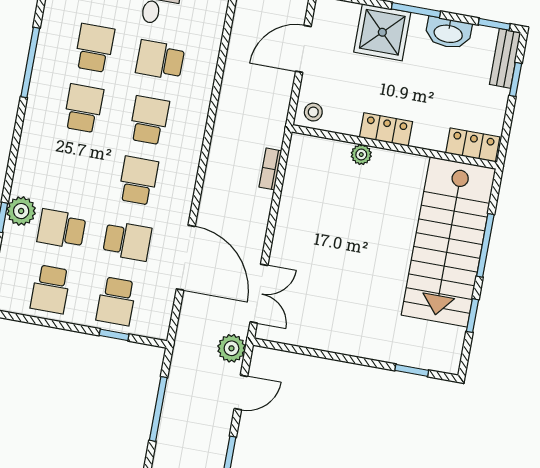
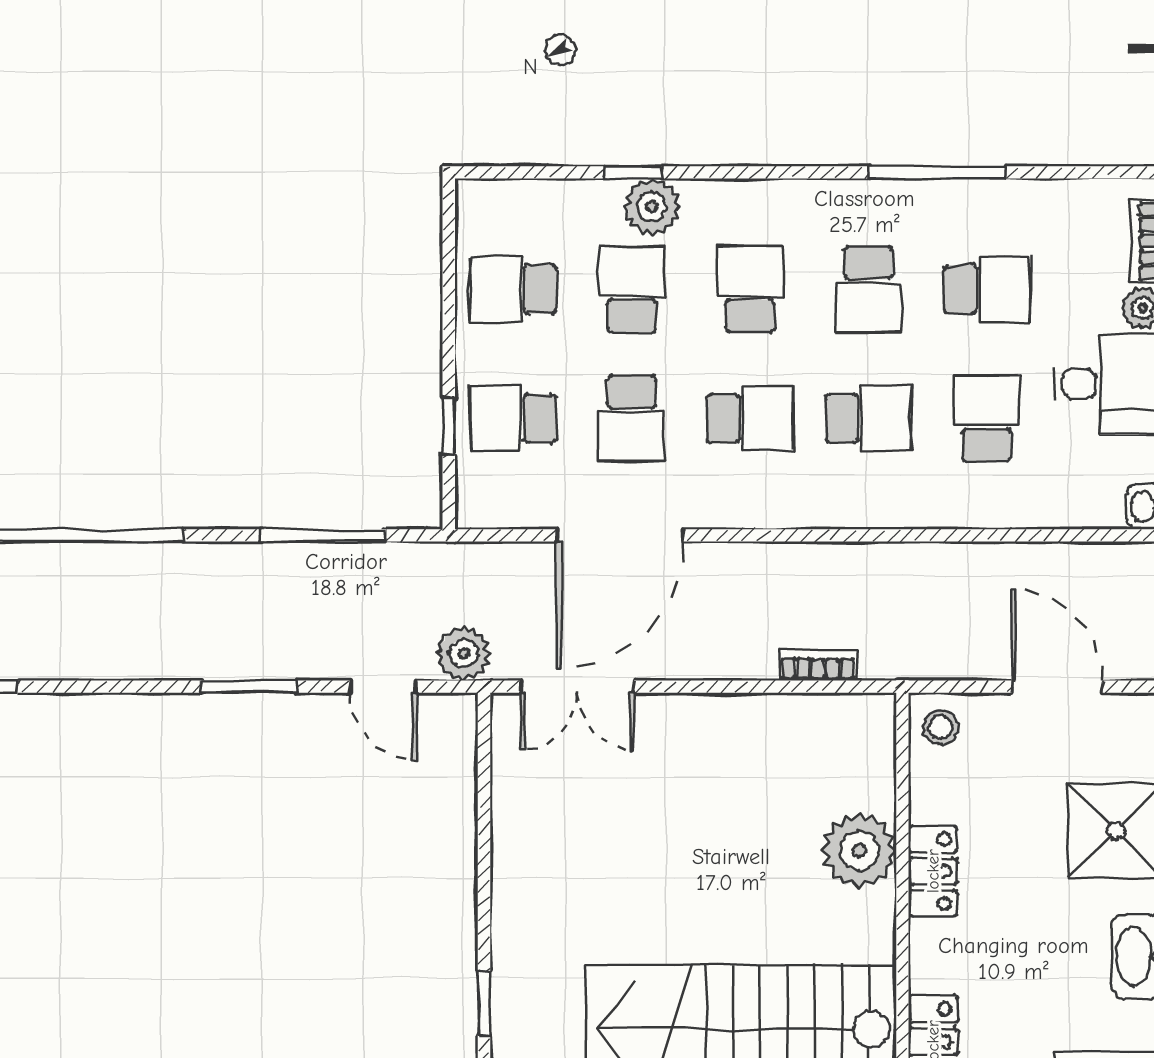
school desk: (83, 108) -> (868, 289), turned 90
plant: (361, 155) -> (859, 850), width x1.87, depth x1.87
school desk: (72, 169) -> (750, 289), added

